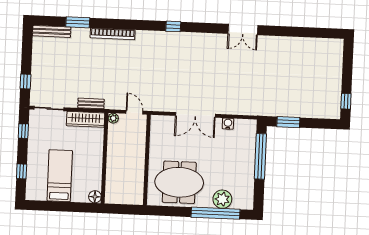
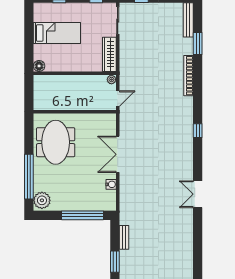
bench: (91, 103) -> (124, 237), moved
window: (288, 122) -> (115, 262), moved
plant: (222, 199) -> (42, 200), moved

